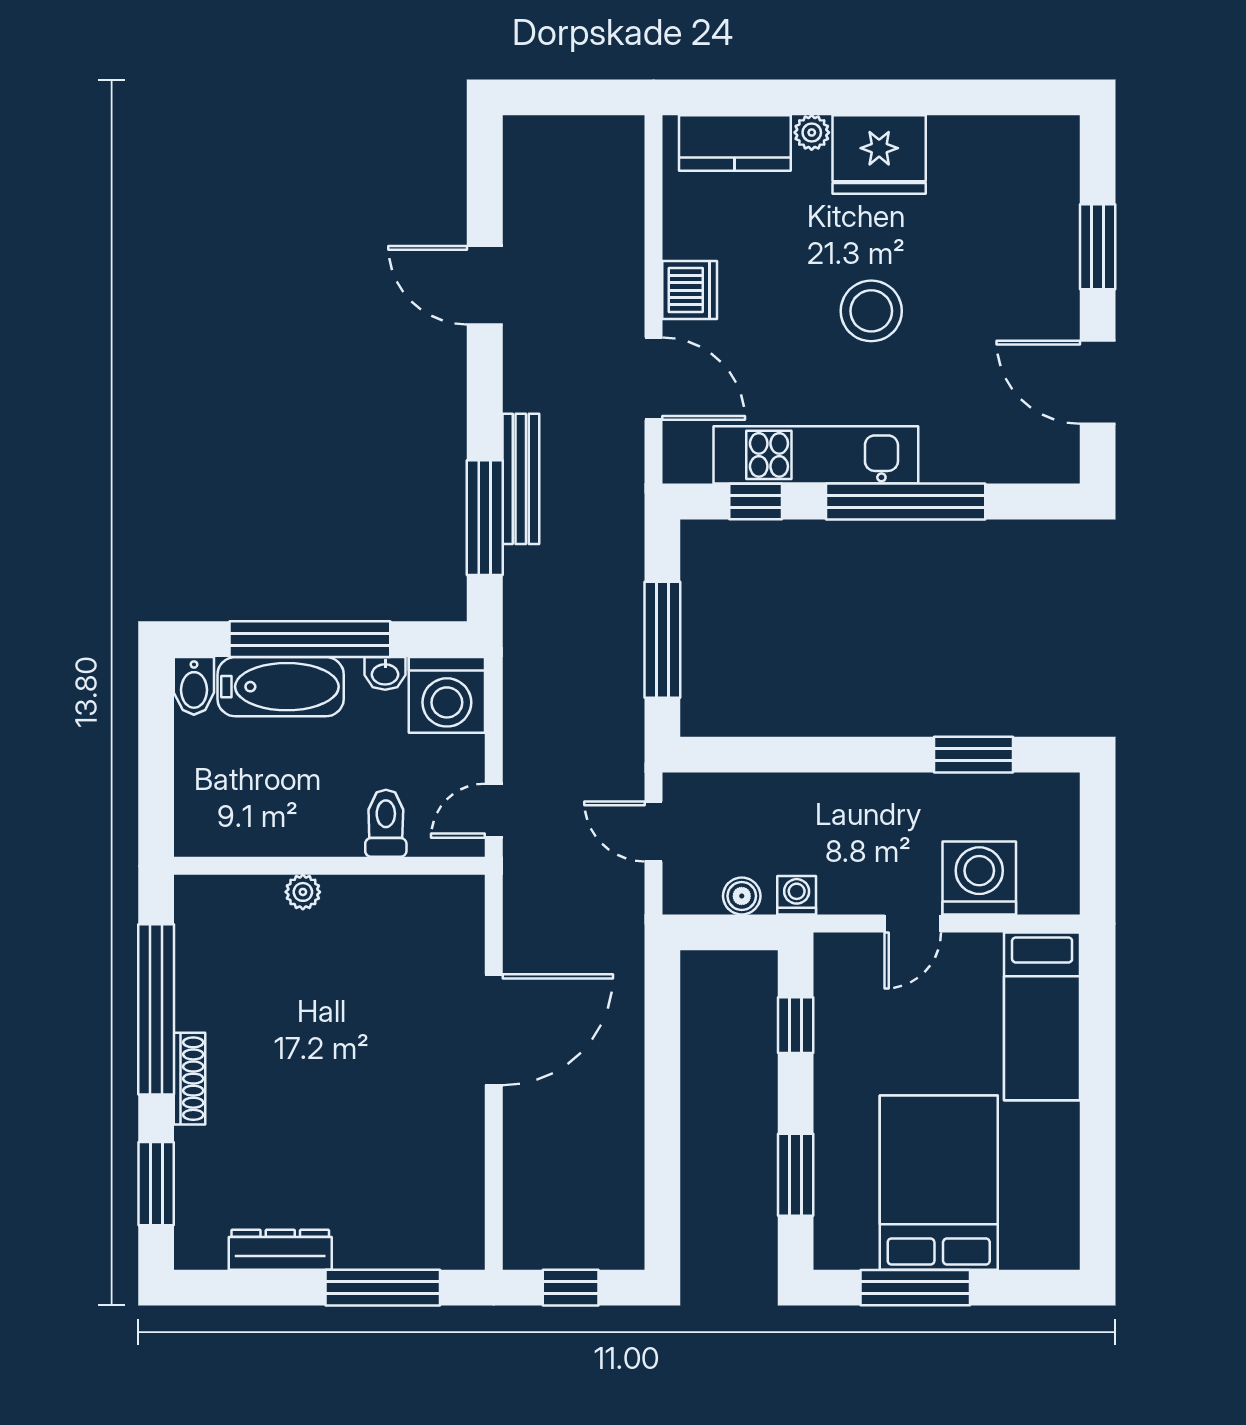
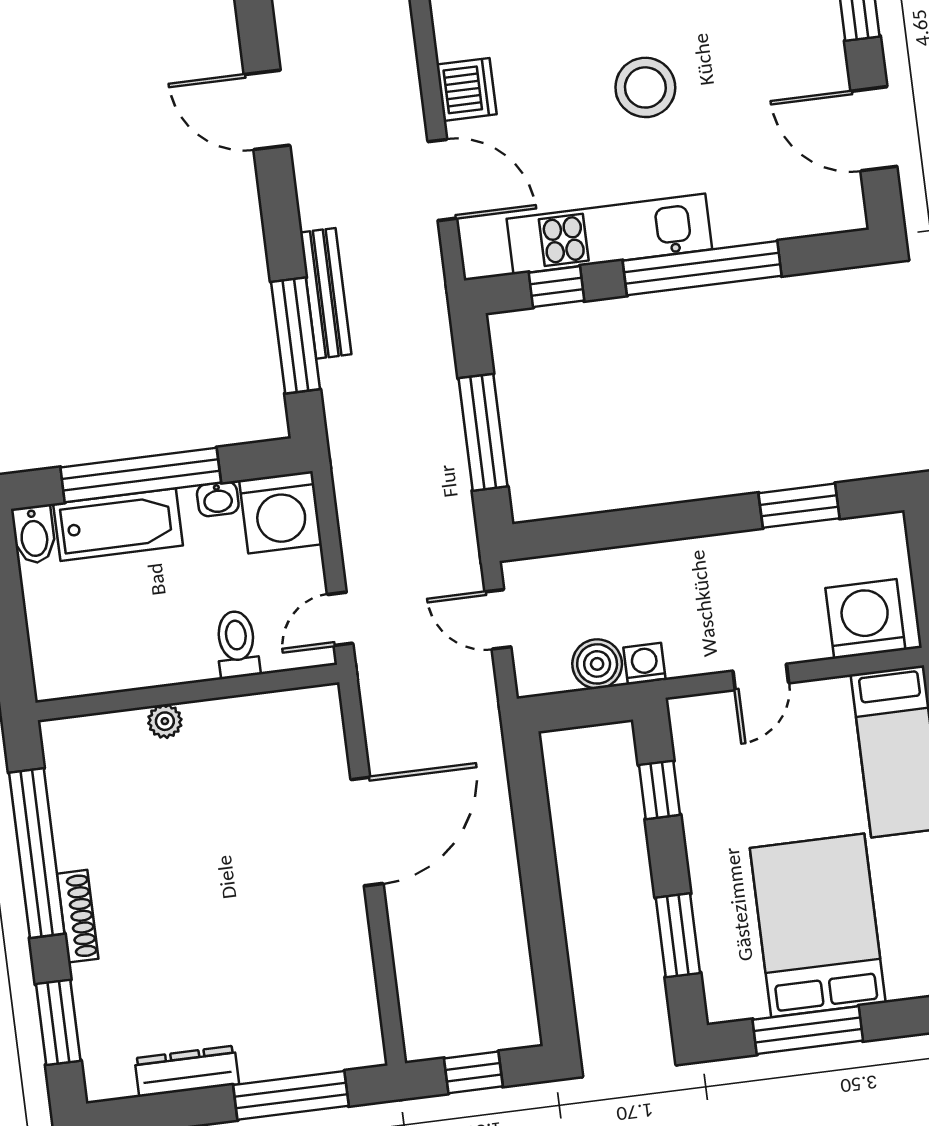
washing machine: (979, 878) -> (865, 619), moved
boiler: (742, 896) -> (597, 664), width x1.36, depth x1.36

